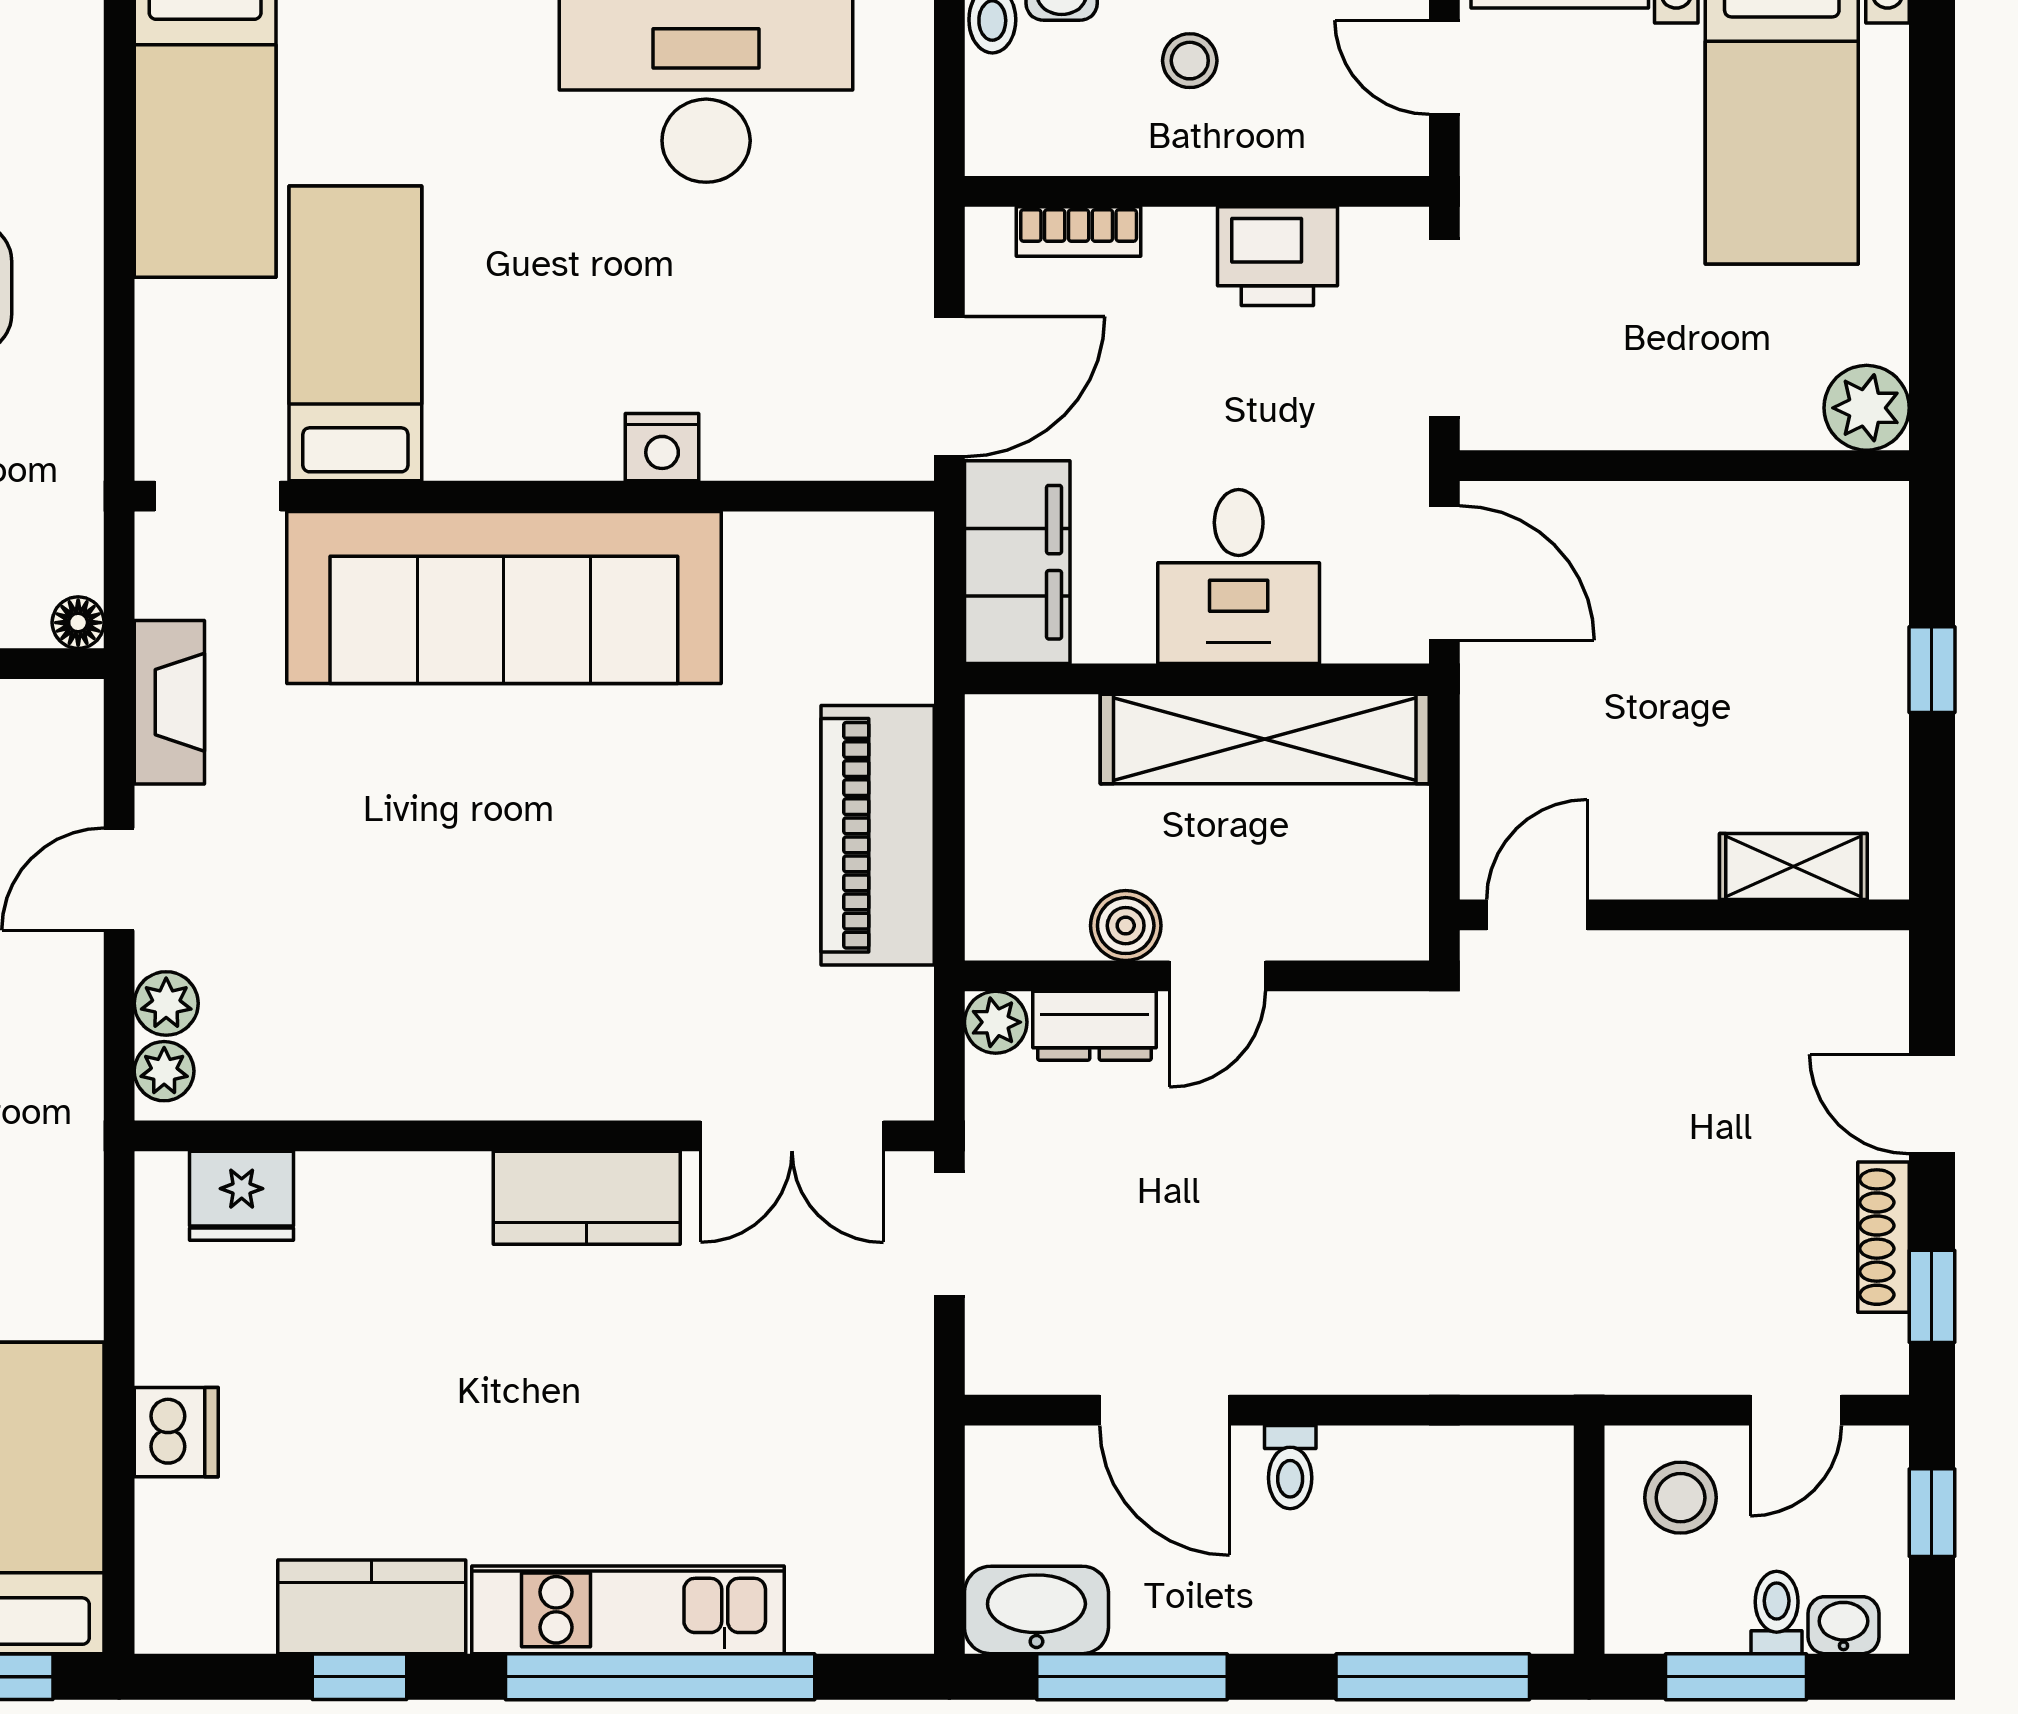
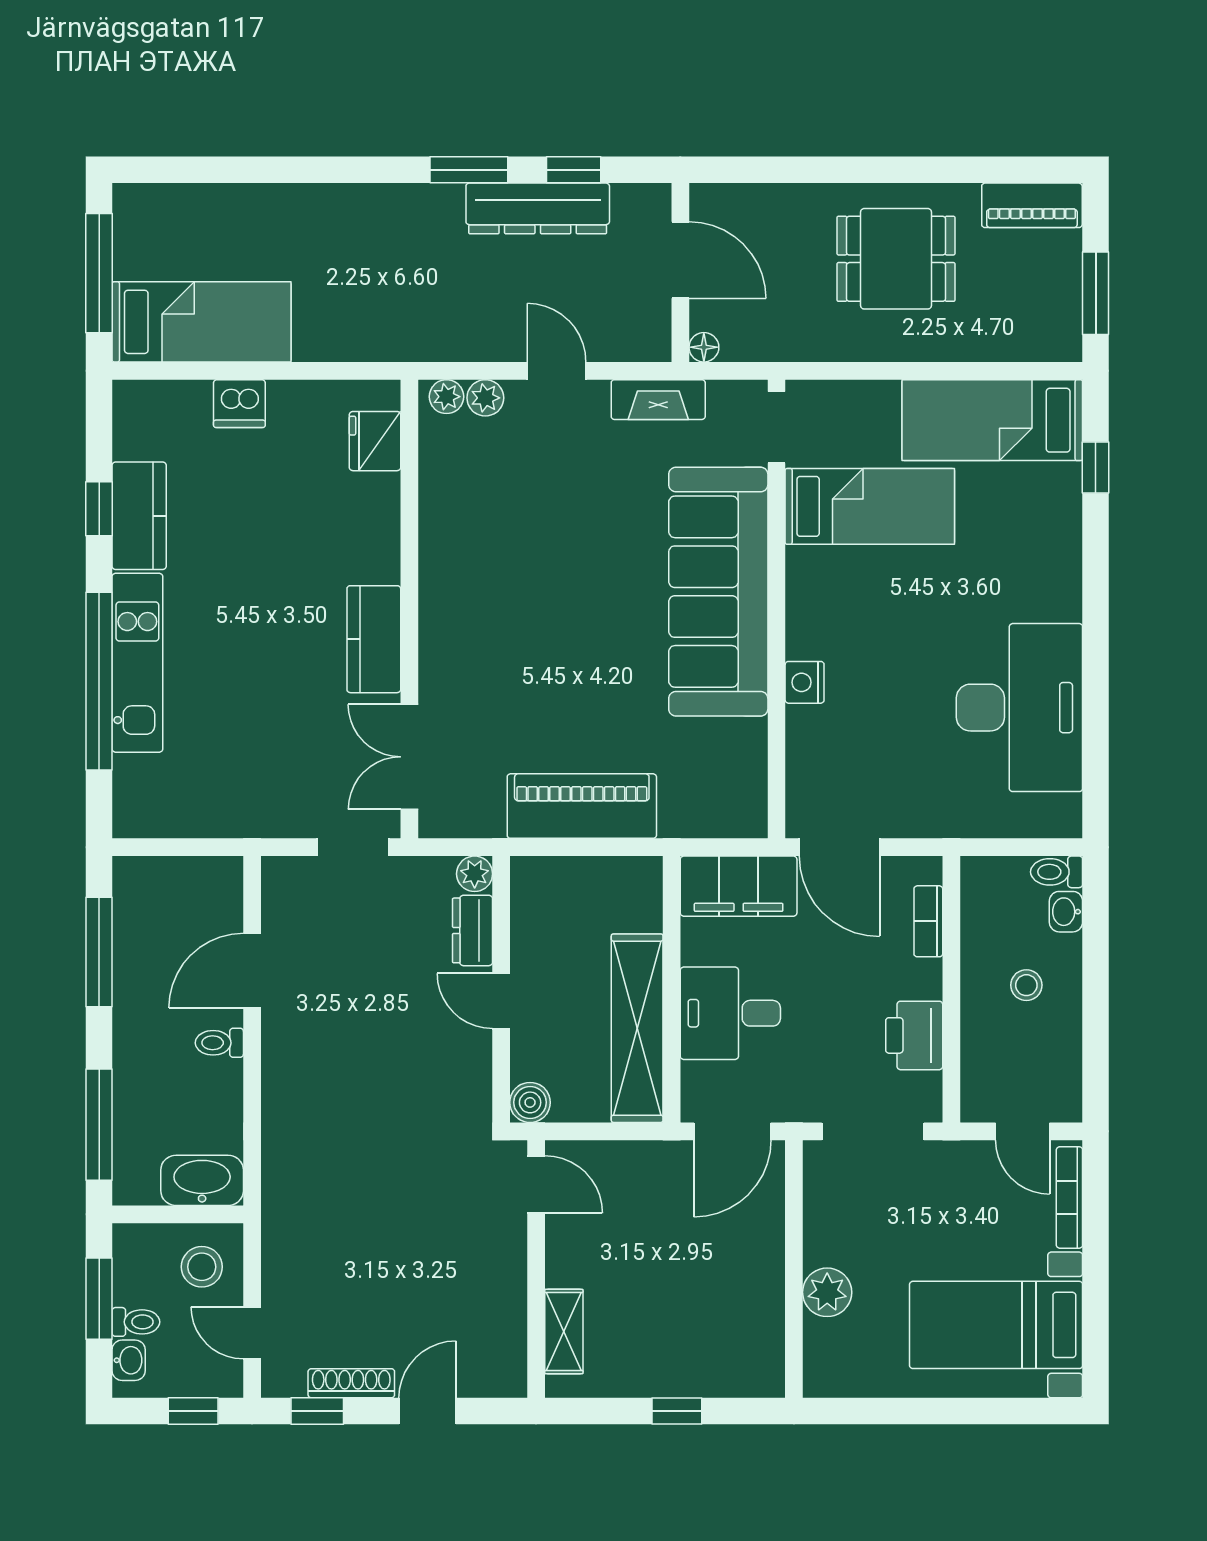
door: (1444, 67) -> (1022, 1131), swing flipped
plant: (1867, 408) -> (827, 1292), moved
boiler: (1126, 926) -> (530, 1102), moved
washbasin: (1036, 1610) -> (202, 1180), moved, turned -90

